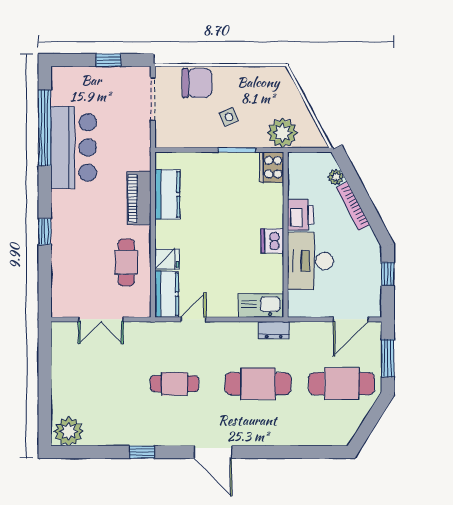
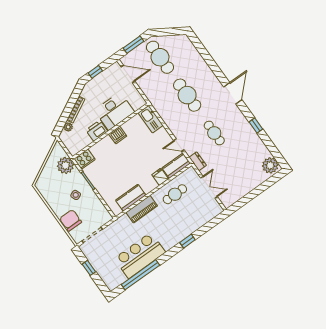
dresser: (274, 330) -> (198, 161), moved

